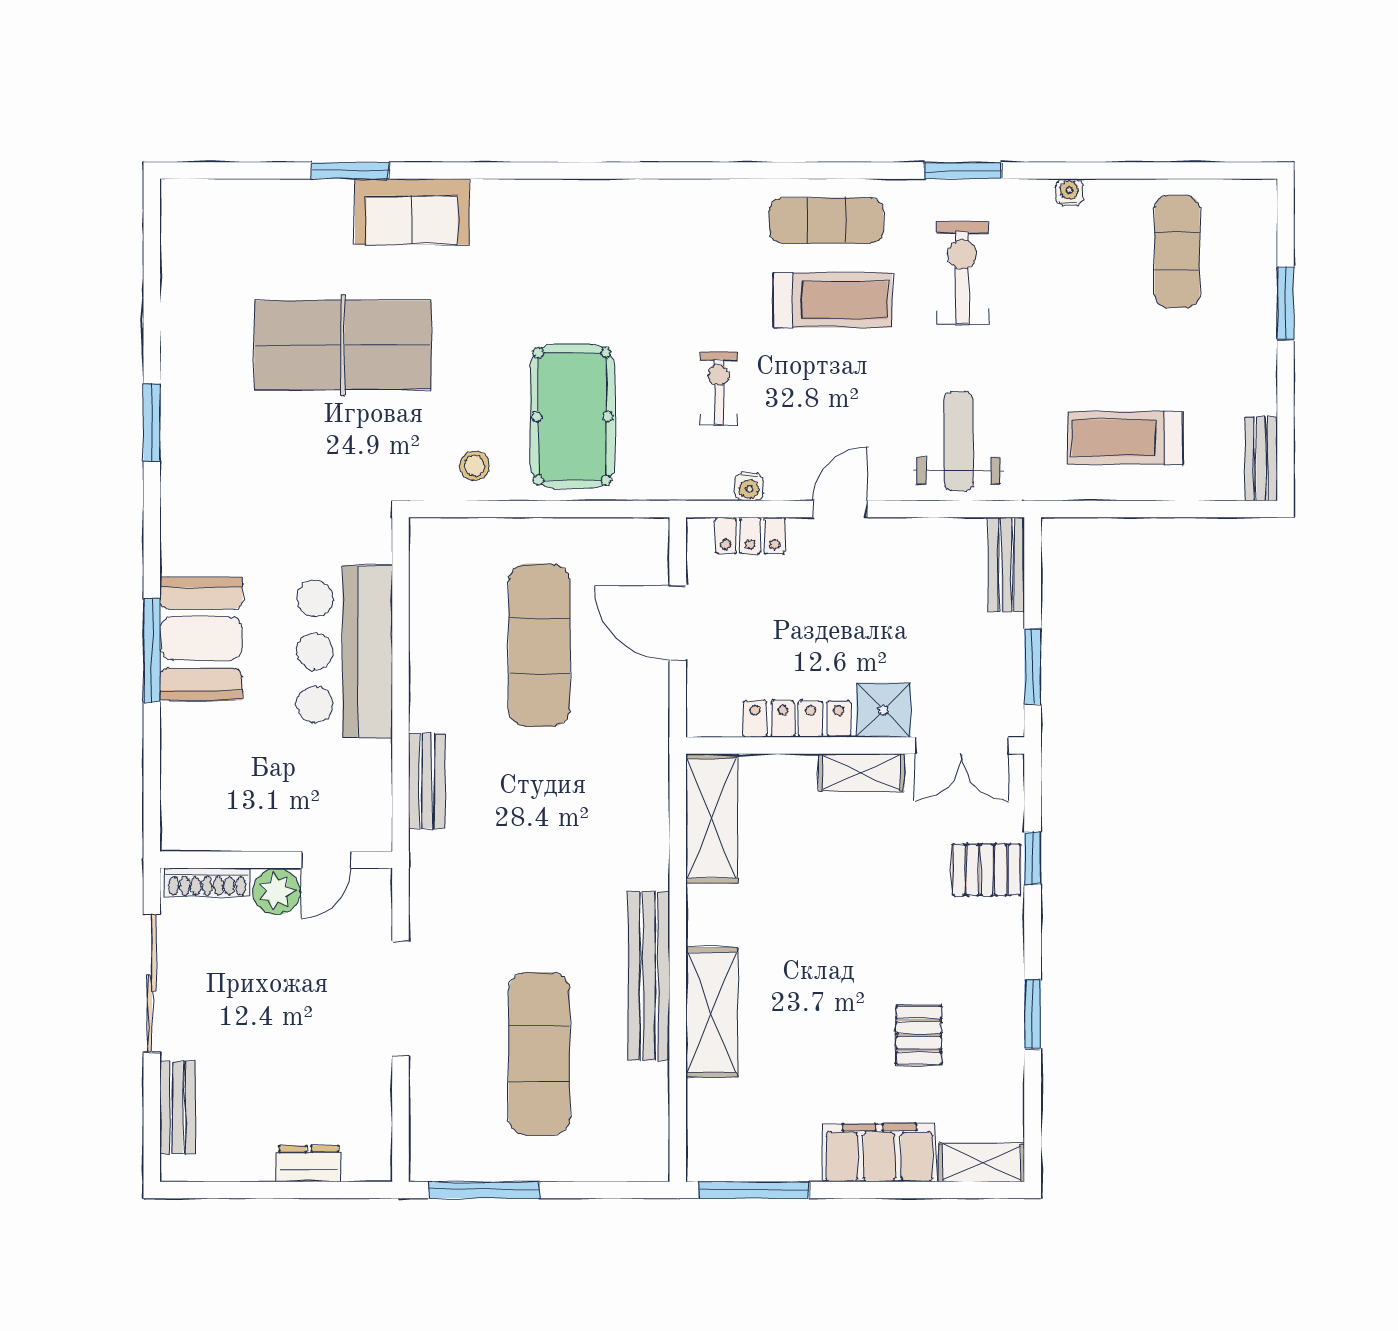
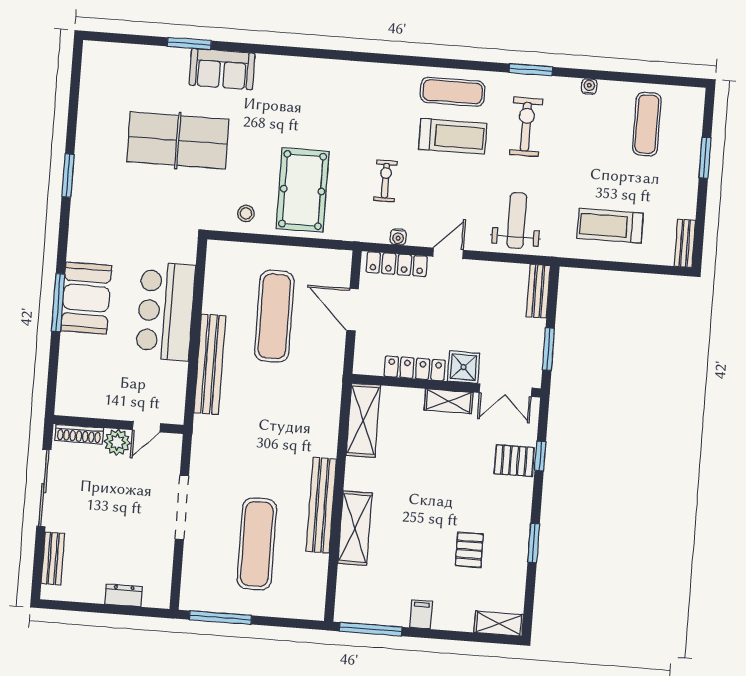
locker: (750, 536) -> (397, 264), width x1.53
bench: (427, 781) -> (210, 364), width x1.86, depth x1.21
filing cabinet: (879, 1153) -> (421, 614), width x0.33, depth x0.86

